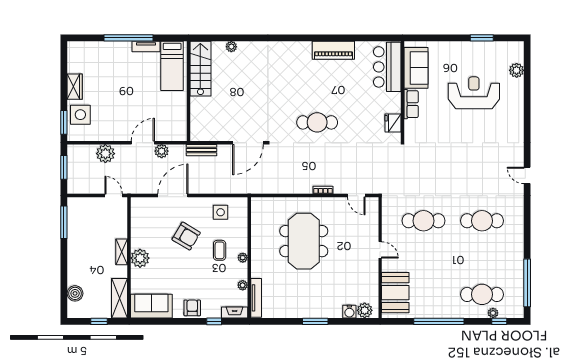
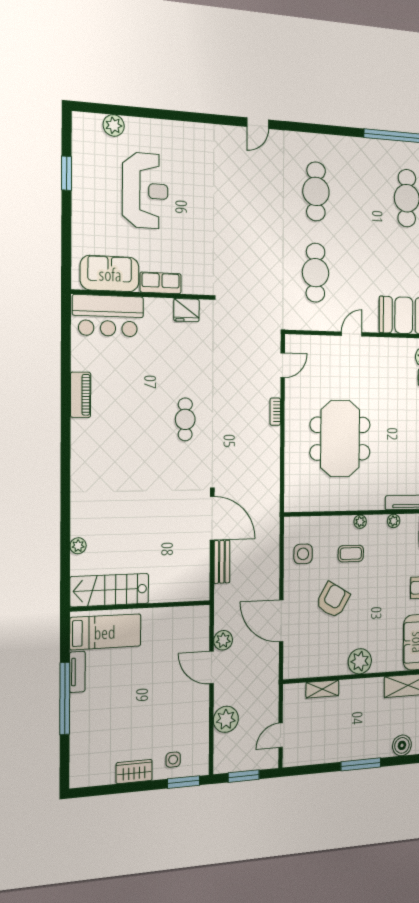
piano: (333, 50) -> (81, 395), width x0.73, depth x0.75
reception desk: (474, 93) -> (145, 191), turned 180
side table: (80, 115) -> (173, 760), width x0.54, depth x0.54
cafe table: (317, 122) -> (185, 419), width x0.73, depth x0.74
bench: (202, 150) -> (222, 562), moved
door: (114, 196) -> (281, 735), moved
window: (64, 222) -> (361, 764), moved
meeting table: (304, 241) -> (340, 439), turned 90
shelving: (122, 252) -> (322, 689), moved

